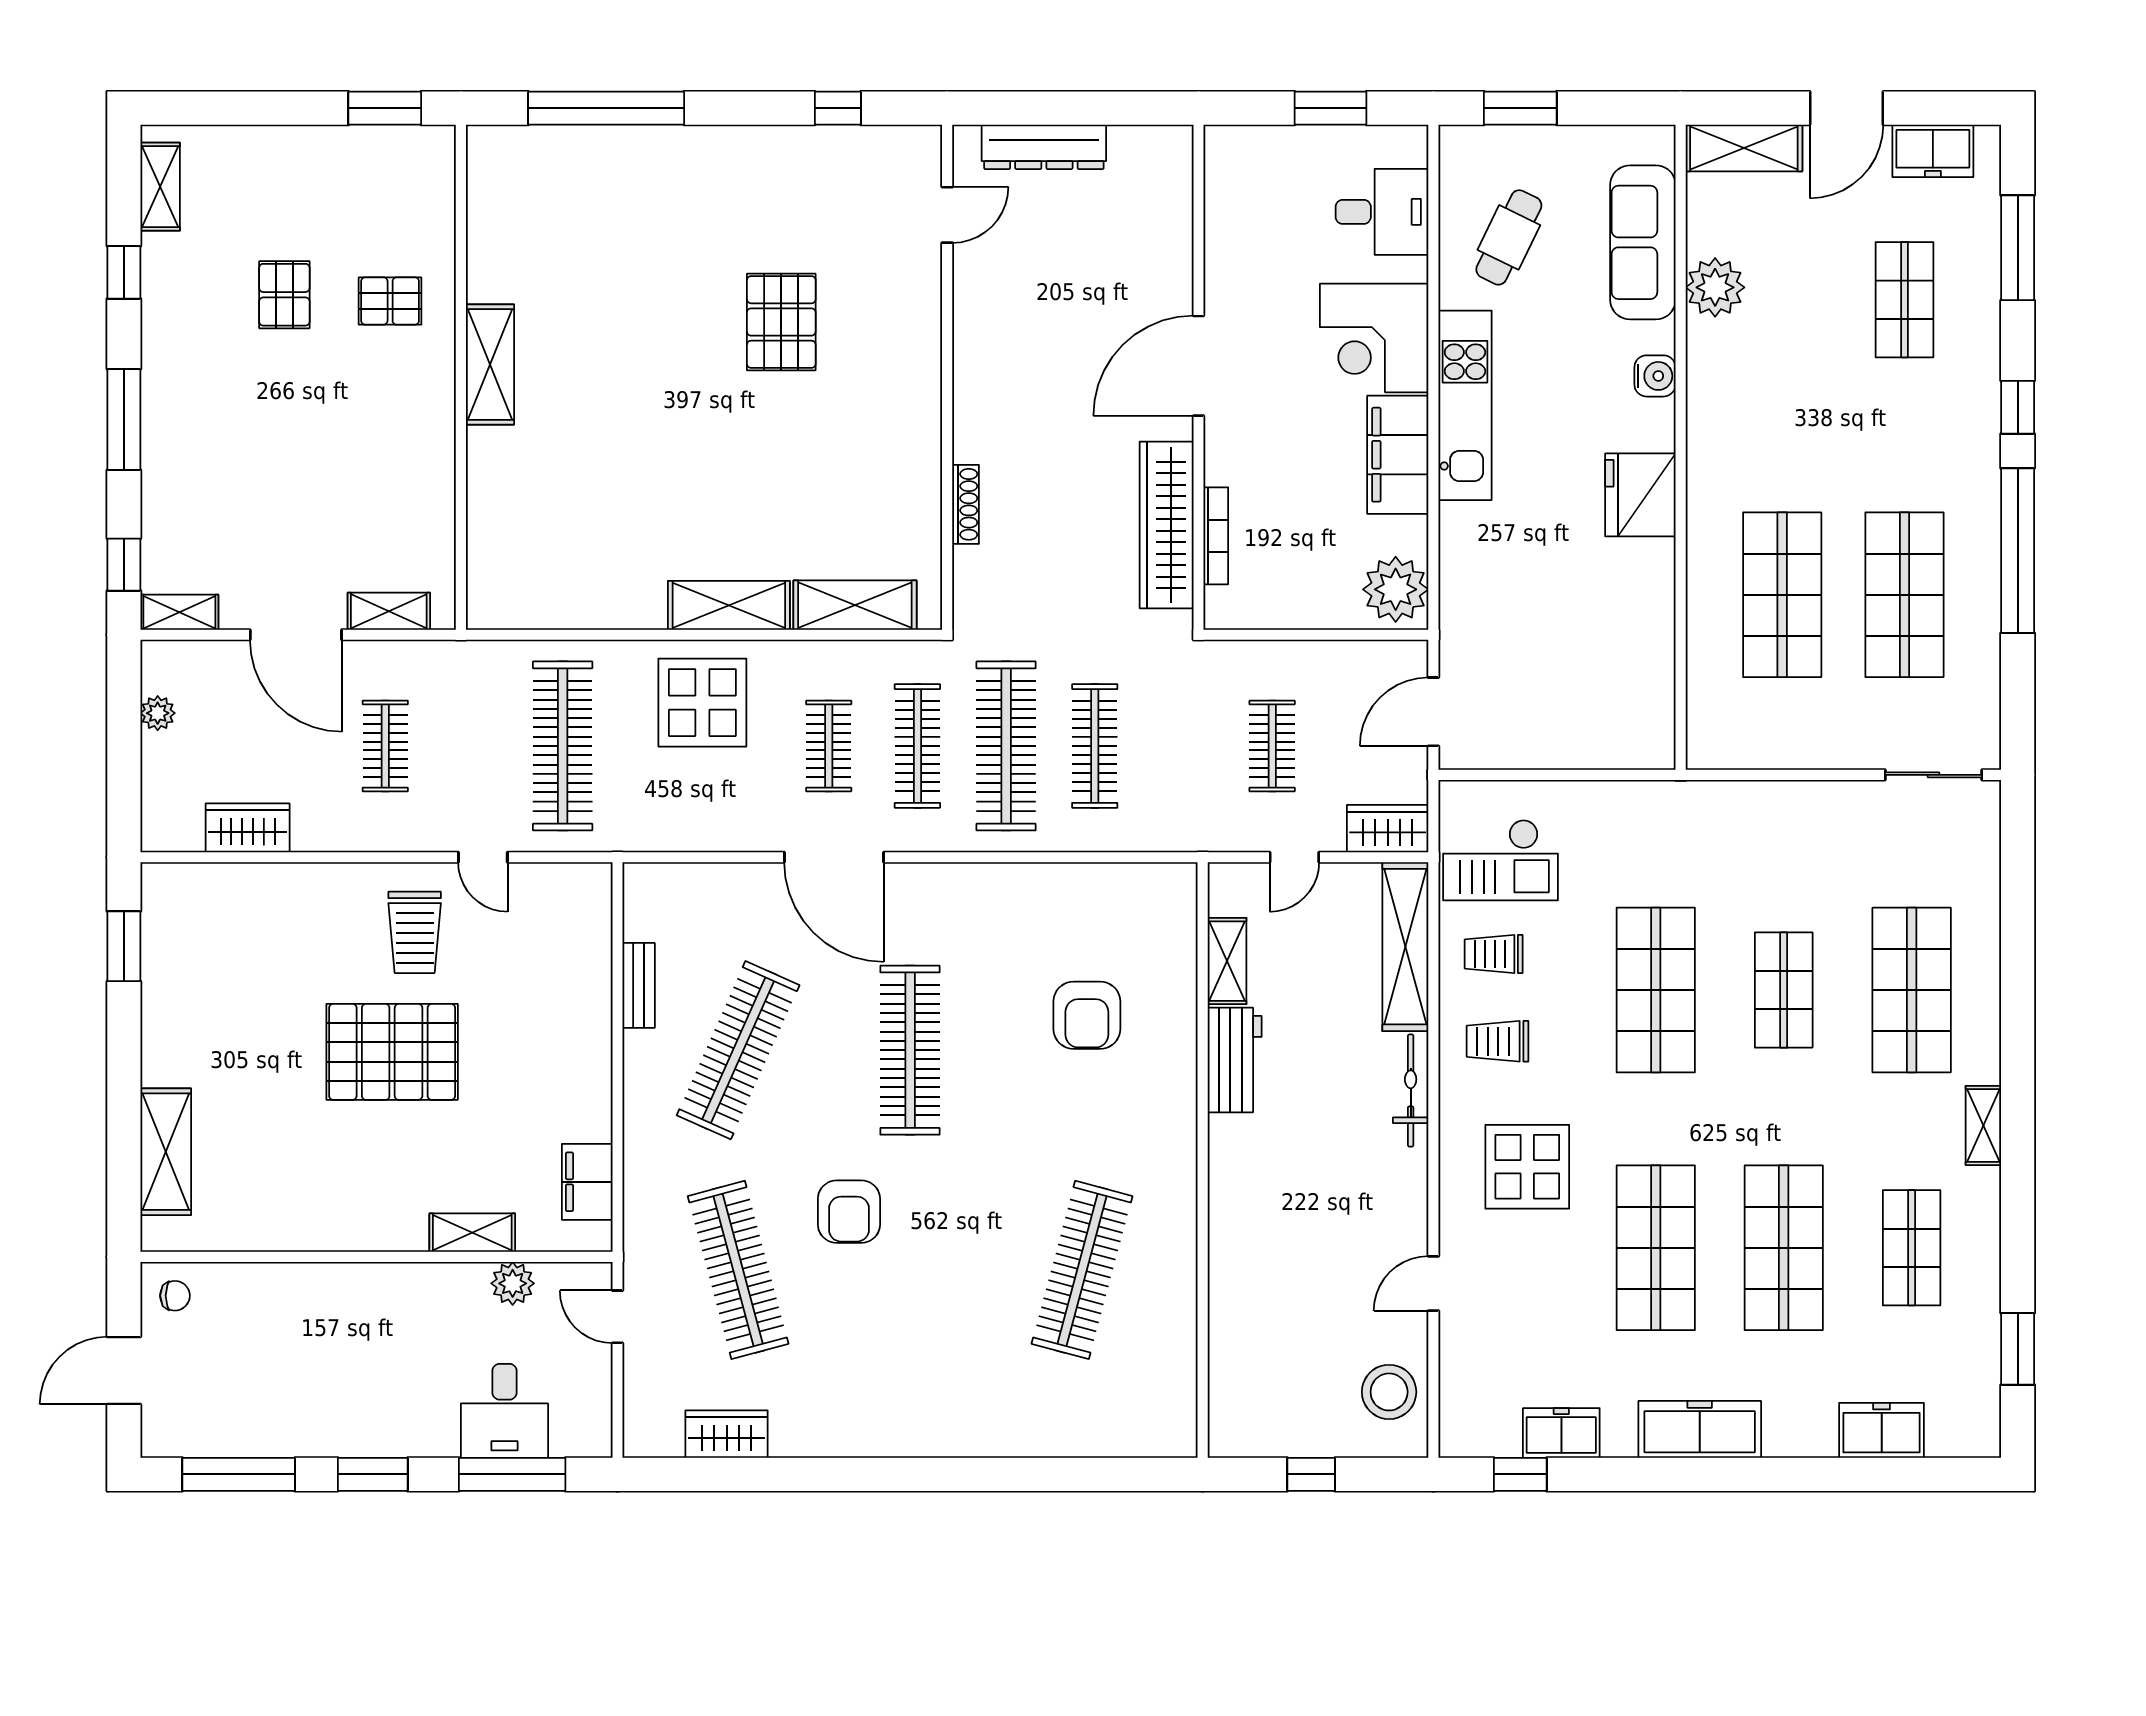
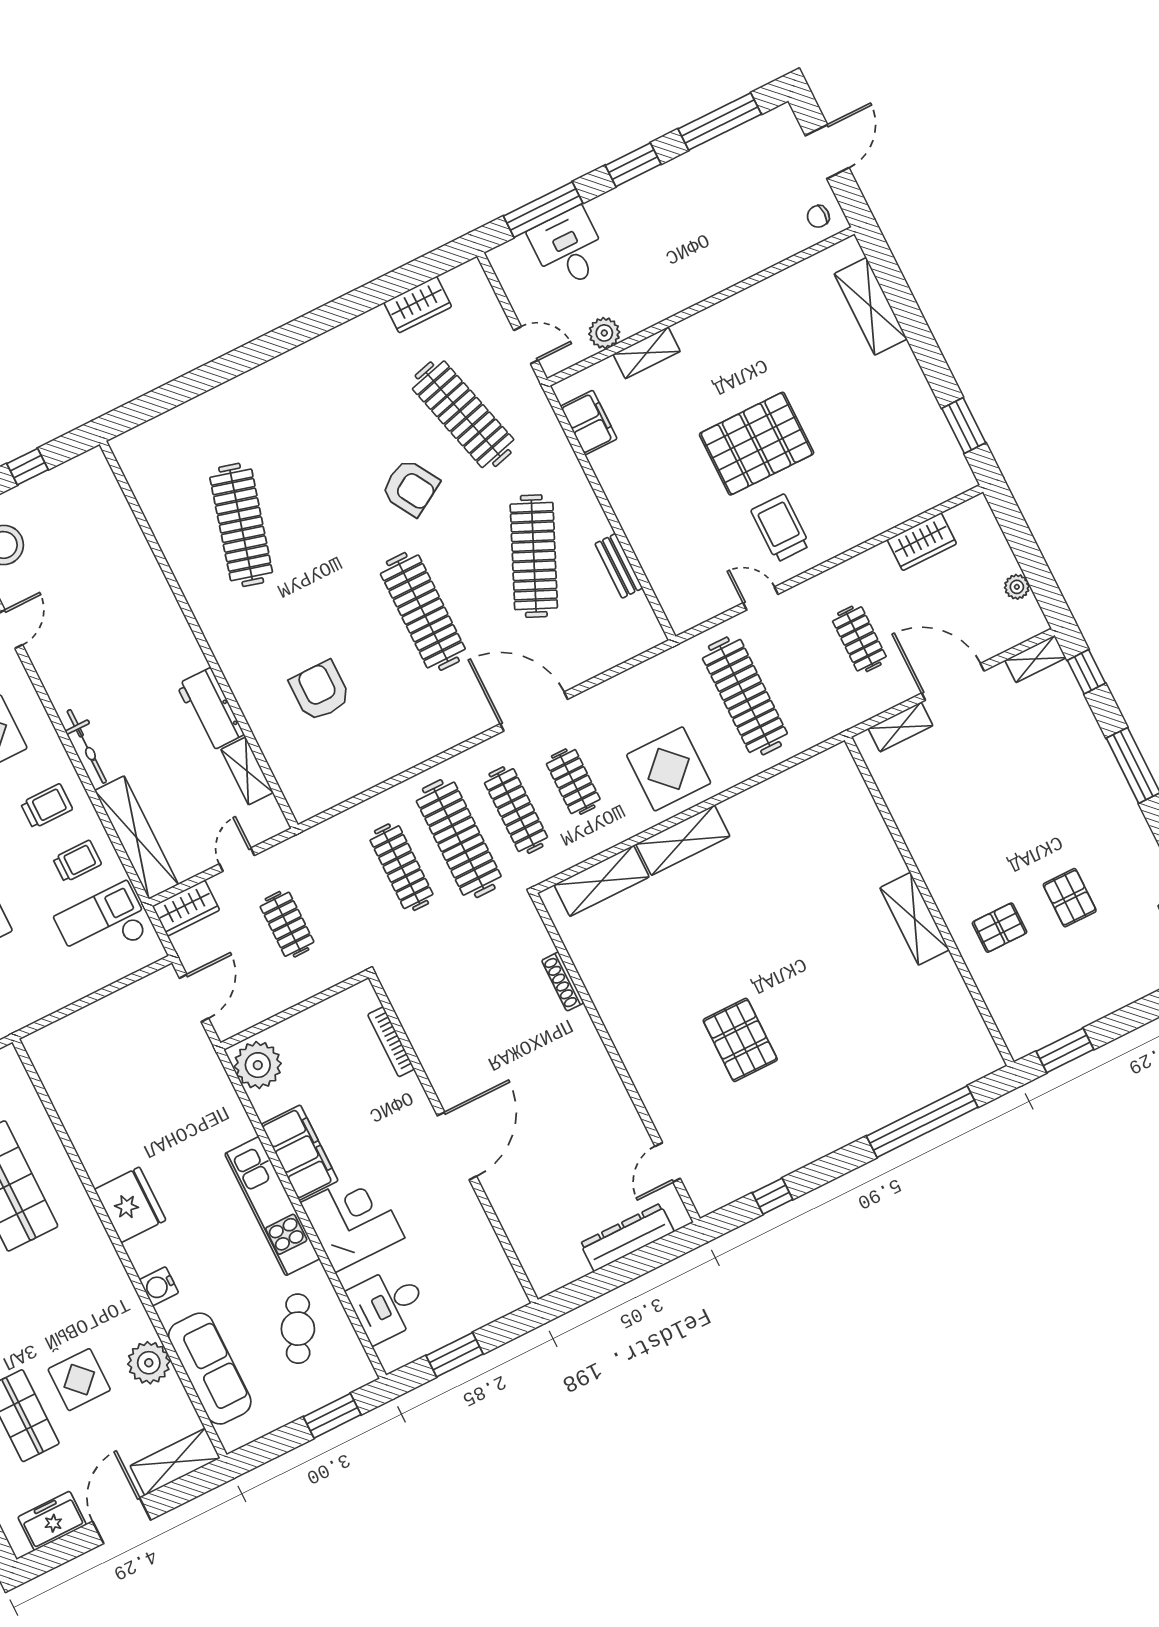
display table: (1812, 309) -> (79, 1380), added
wardrobe: (1167, 525) -> (426, 1033), removed
armchair: (849, 1212) -> (410, 488), turned 149

